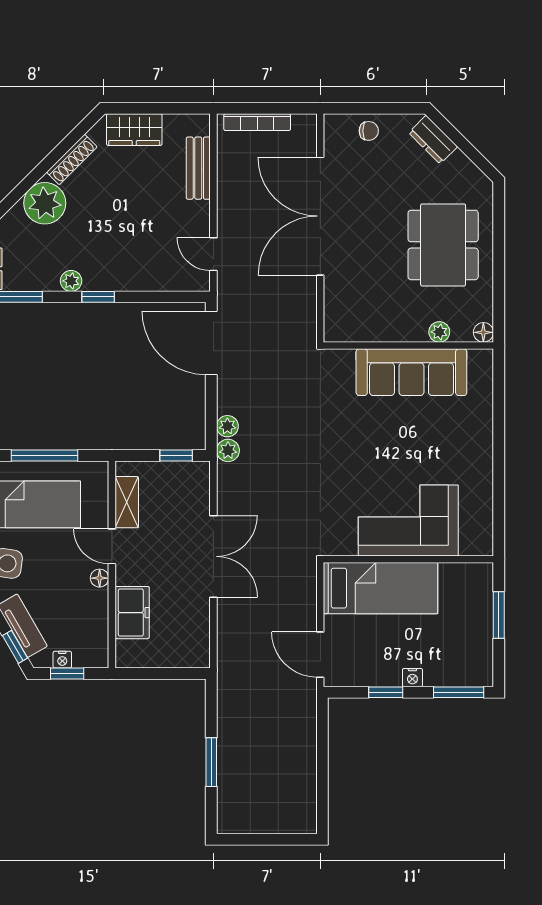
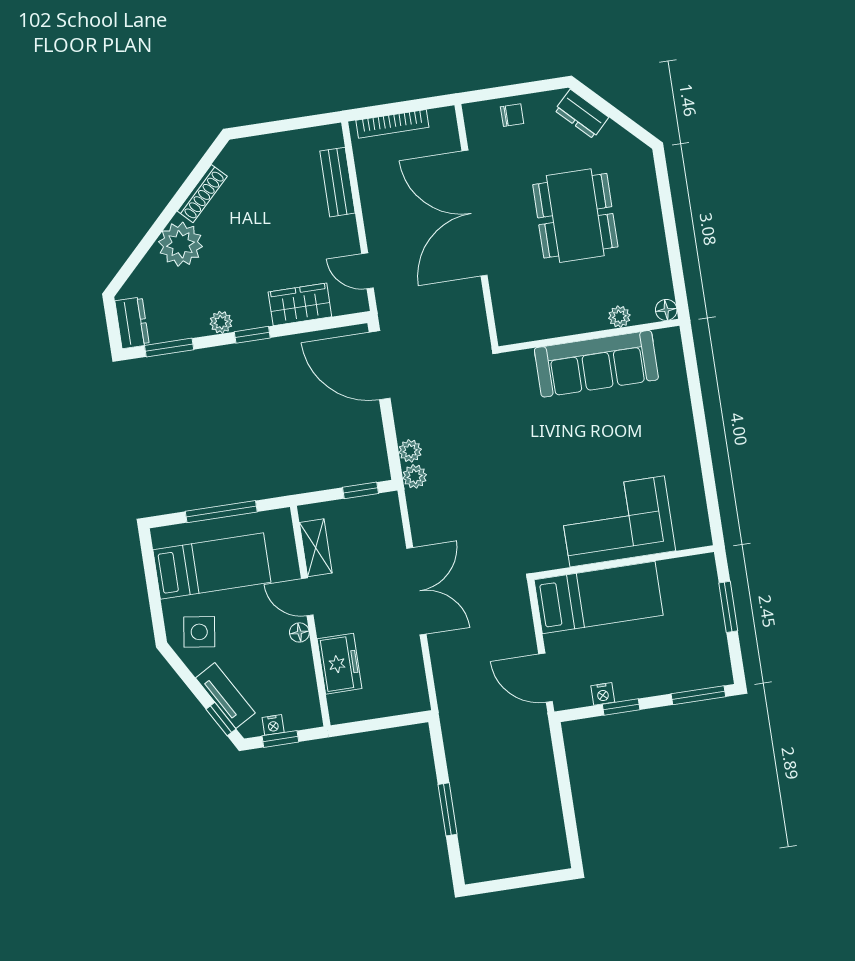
wardrobe: (134, 130) -> (300, 304), moved, turned 180
dining table: (443, 245) -> (575, 216), moved
nightstand: (412, 678) -> (603, 694), moved

